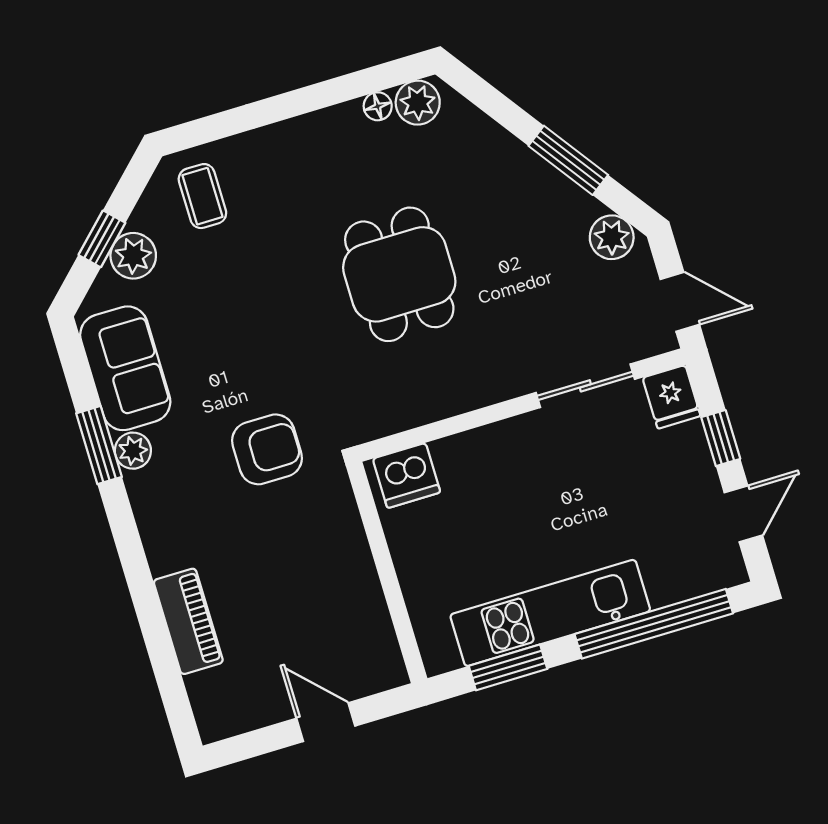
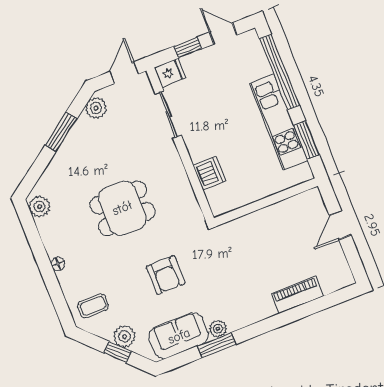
floor lamp: (378, 106) -> (58, 264), moved
armchair: (267, 449) -> (166, 275), moved, turned 180
dishwasher: (406, 475) -> (209, 173), moved

